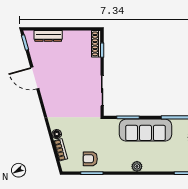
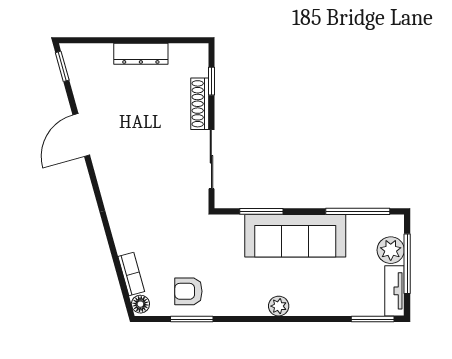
dresser: (48, 36) -> (141, 54), moved
shoe rack: (96, 44) -> (200, 104), moved
door: (35, 78) -> (81, 135), hinge flipped
floor lamp: (57, 134) -> (140, 304), moved

